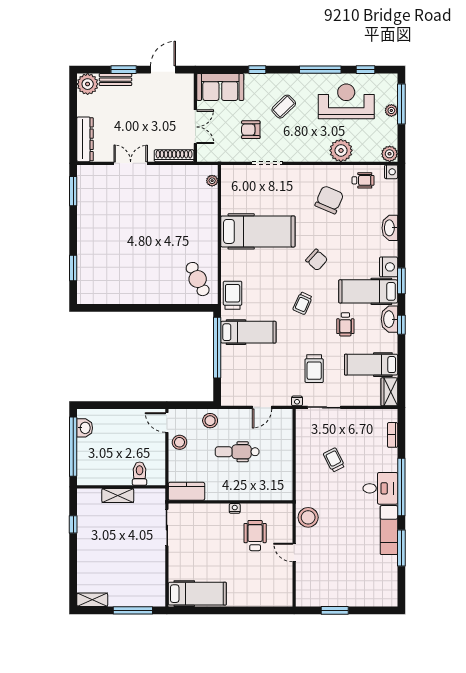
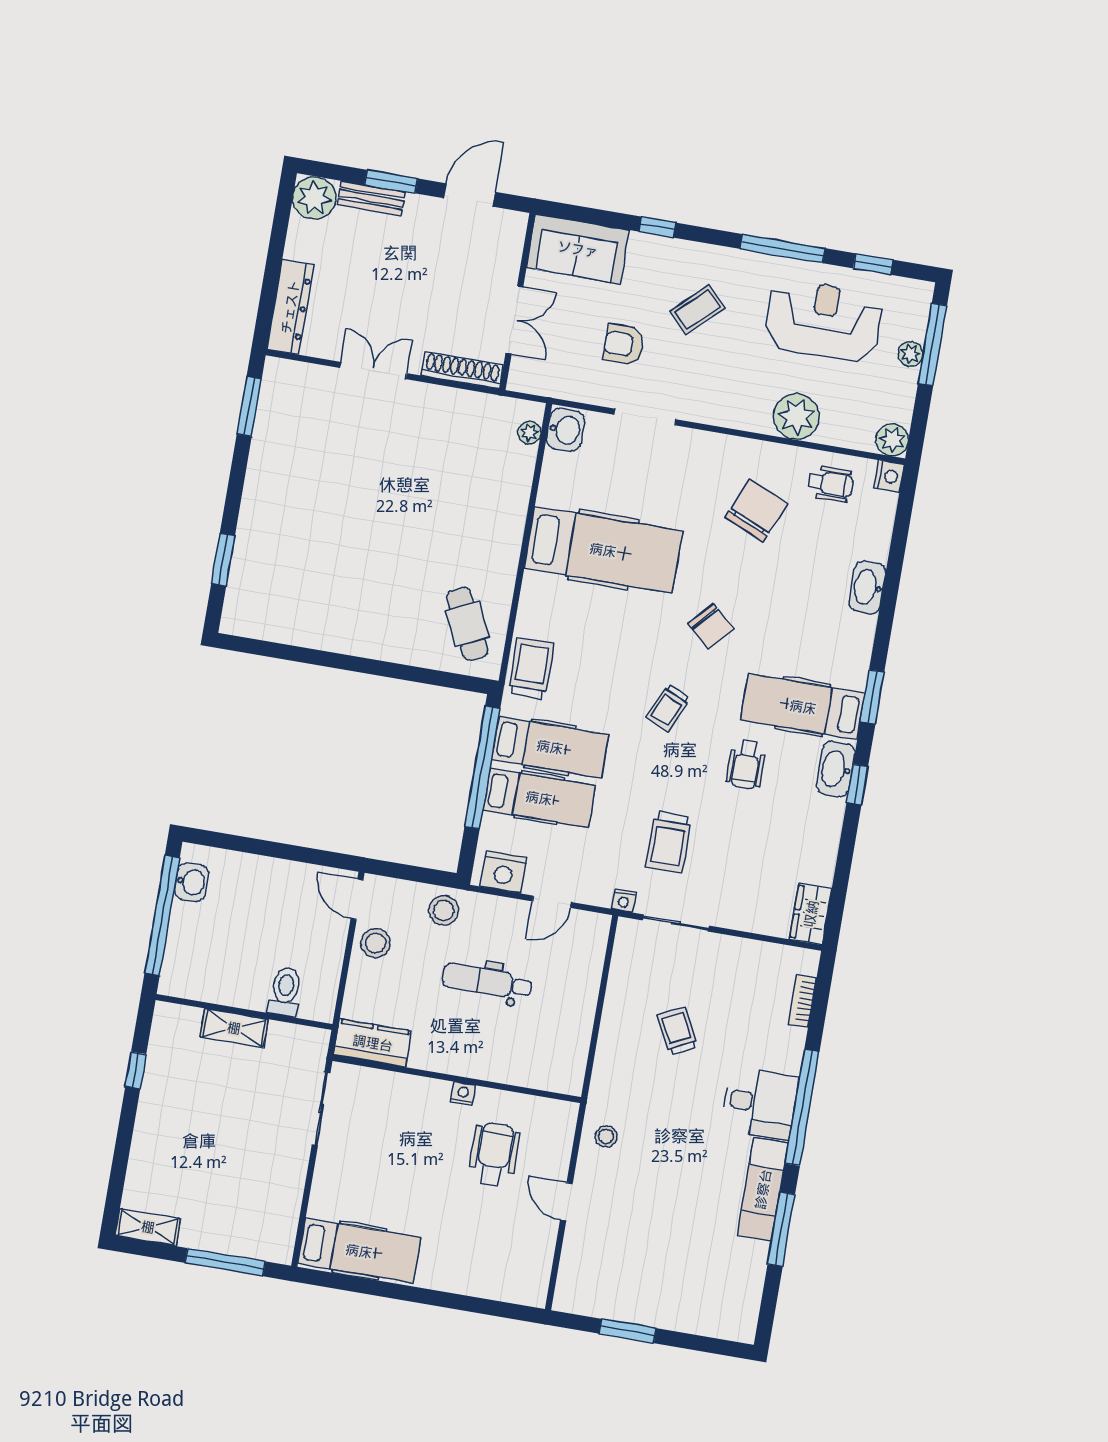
washbasin: (229, 176) -> (565, 430), added
nightstand: (389, 267) -> (504, 872), moved, turned 90
hospital bed: (371, 365) -> (539, 798), moved, turned 180
stool: (308, 517) -> (606, 1136), width x0.53, depth x0.53

